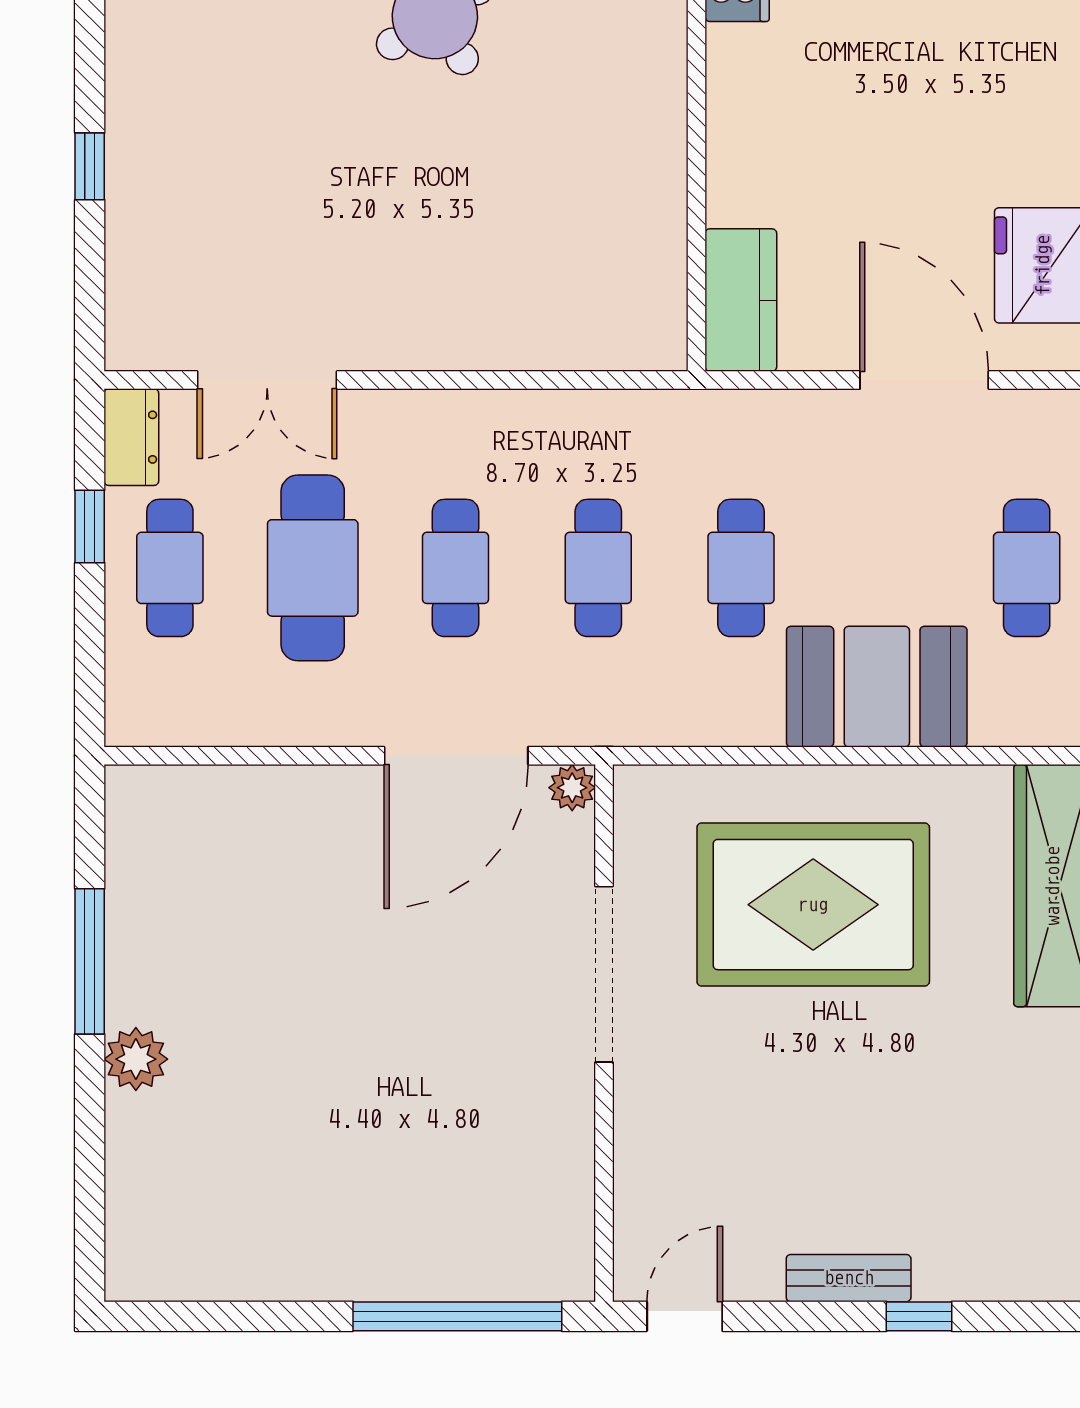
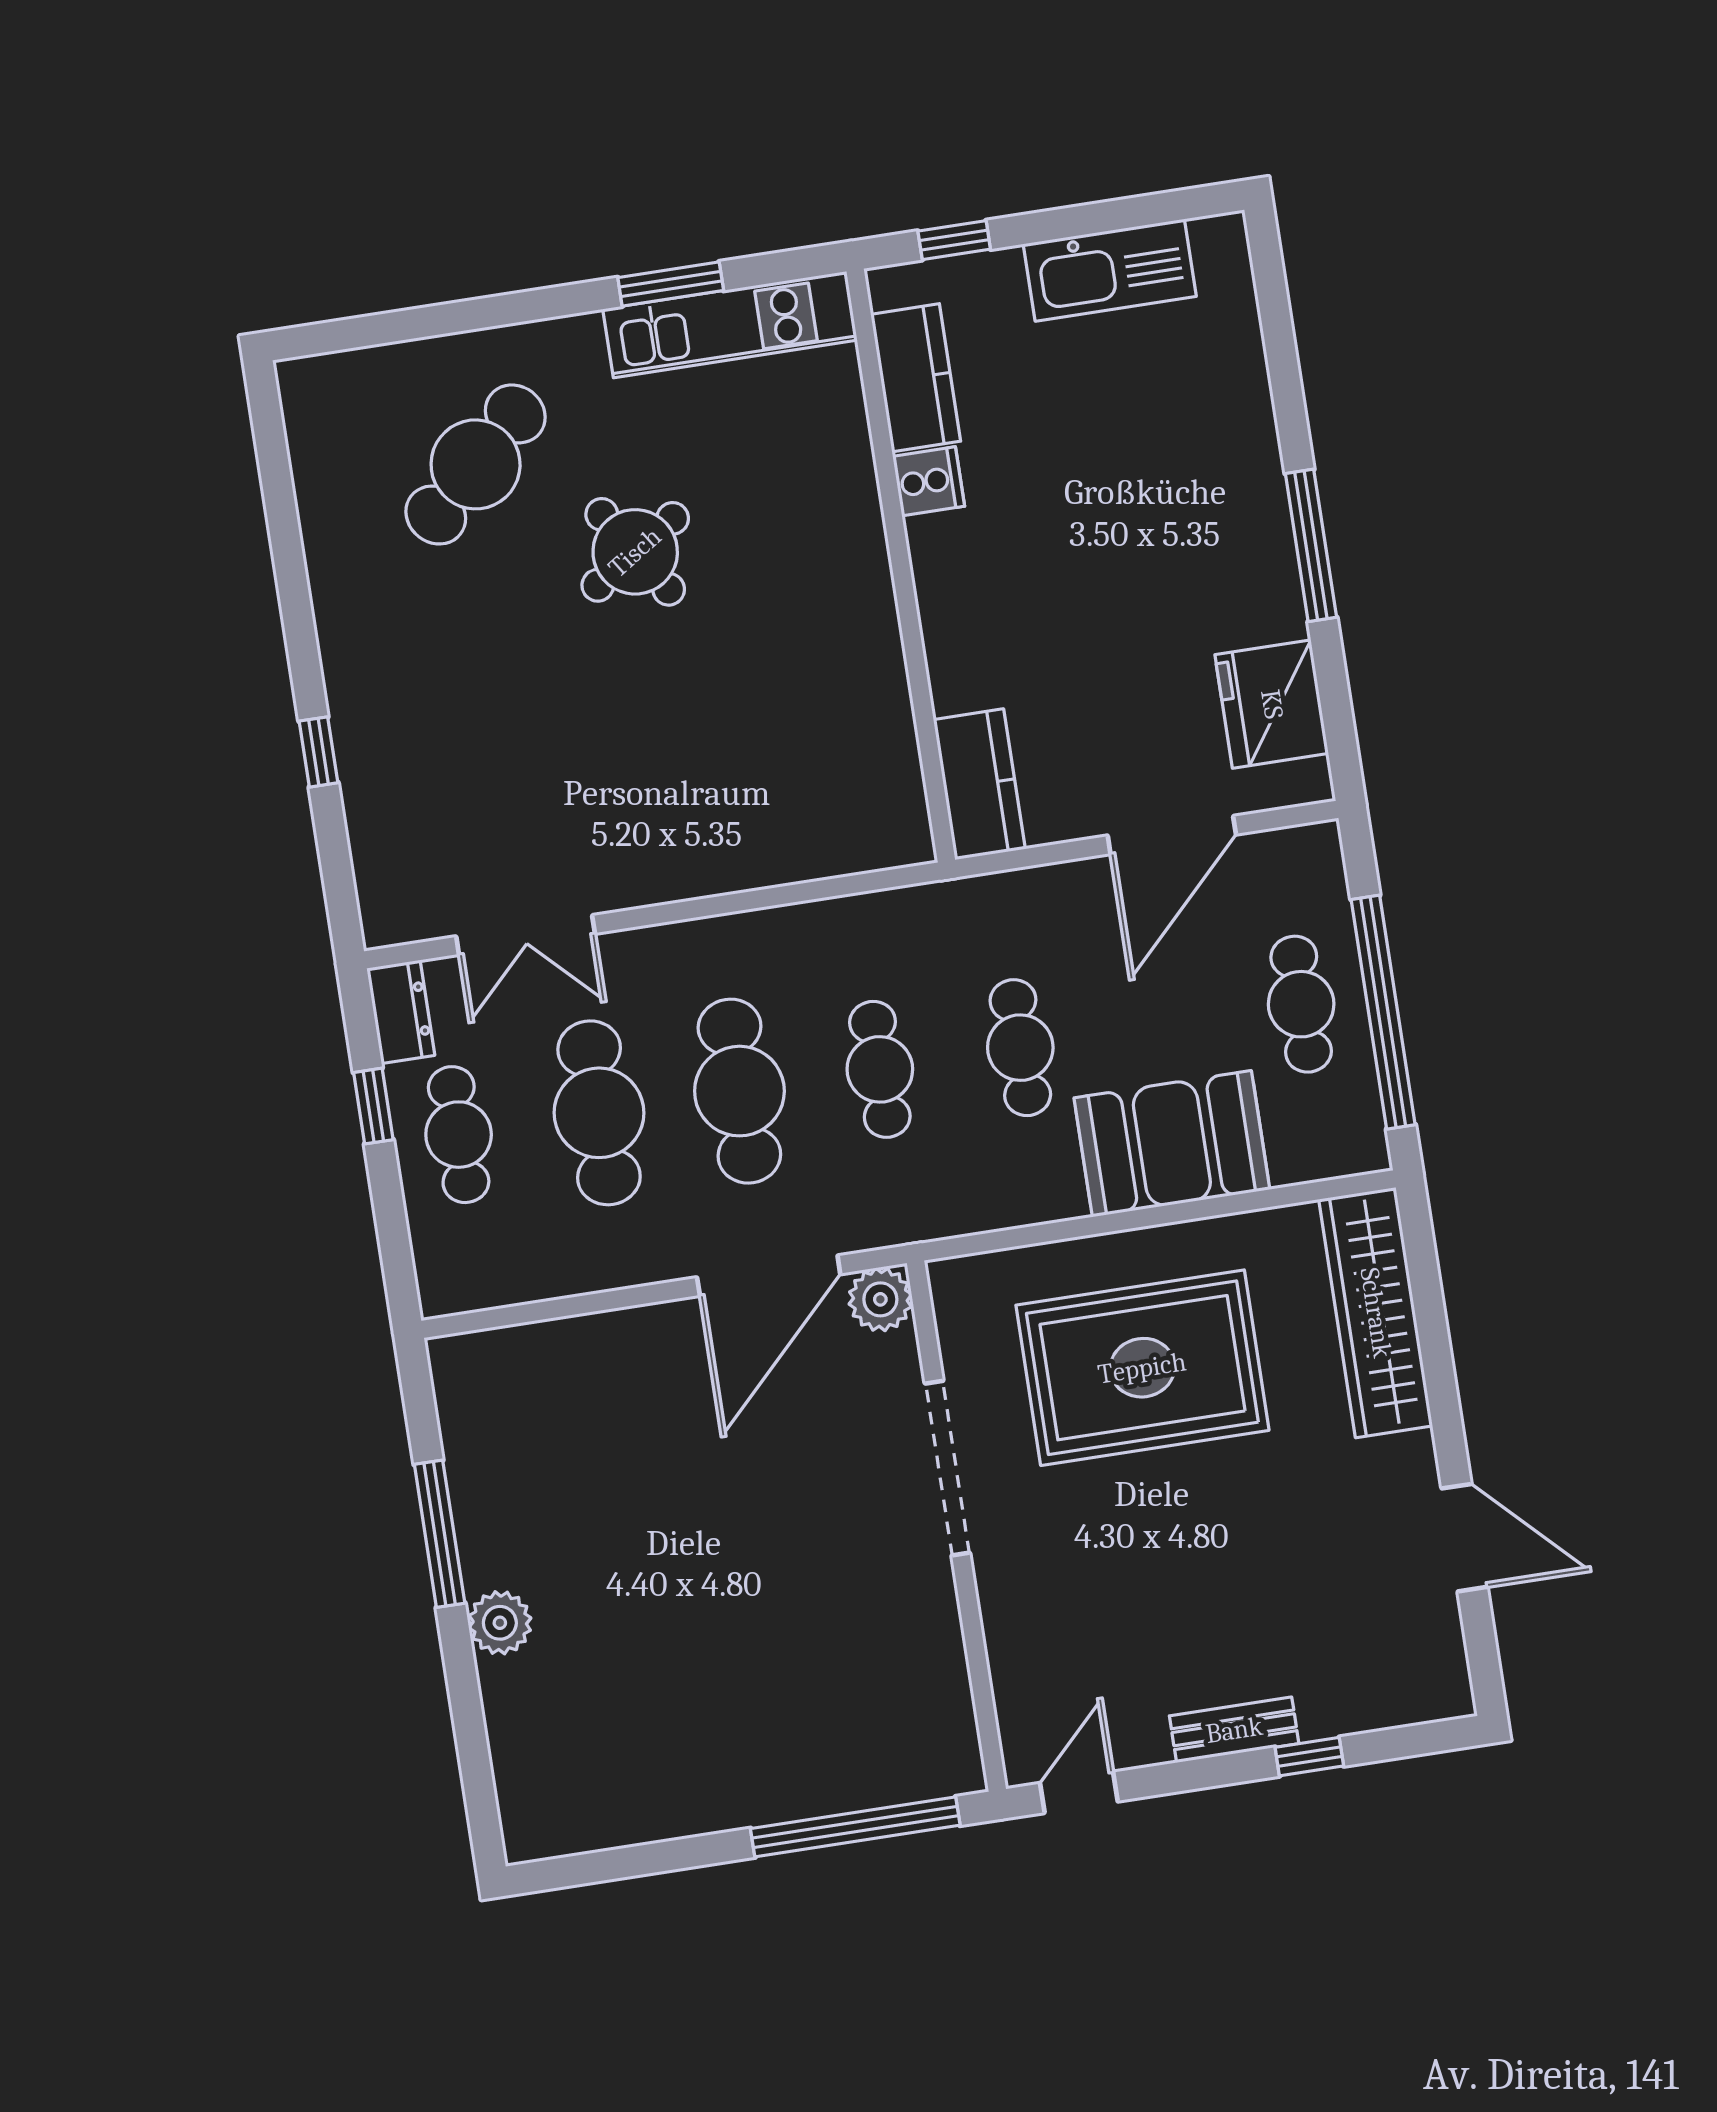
door: (924, 380) -> (1172, 835), swing flipped
cafe table: (455, 568) -> (739, 1091), width x1.37, depth x1.35
plant: (572, 788) -> (880, 1299), width x1.38, depth x1.38

